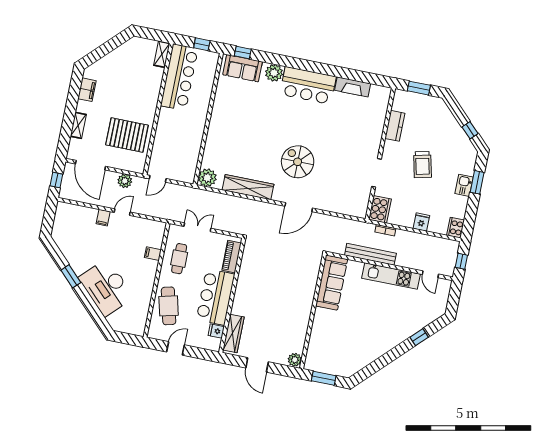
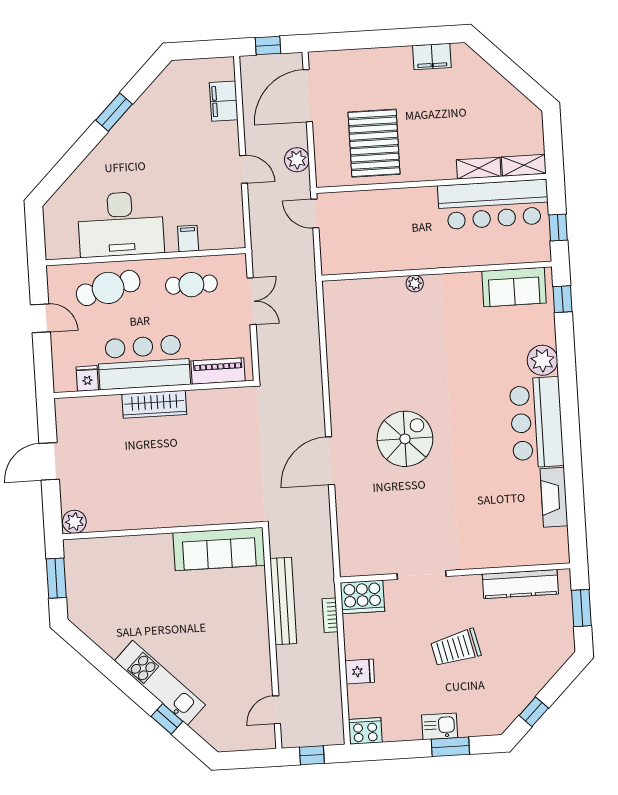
sofa: (243, 68) -> (514, 287), moved, turned -90
shelving: (78, 125) -> (479, 168), moved
kitchen counter: (395, 126) -> (520, 584), width x1.50
plant: (207, 178) -> (415, 284), moved, width x0.53, depth x0.53
wardrobe: (248, 187) -> (341, 368), removed
door: (299, 207) -> (330, 461), hinge flipped
filing cabinet: (103, 218) -> (224, 101), moved, width x2.00
kitchen unit: (391, 276) -> (160, 683), moved, turned 135
desk: (106, 287) -> (121, 224), moved, turned -135
wardrobe: (233, 333) -> (154, 404), moved

